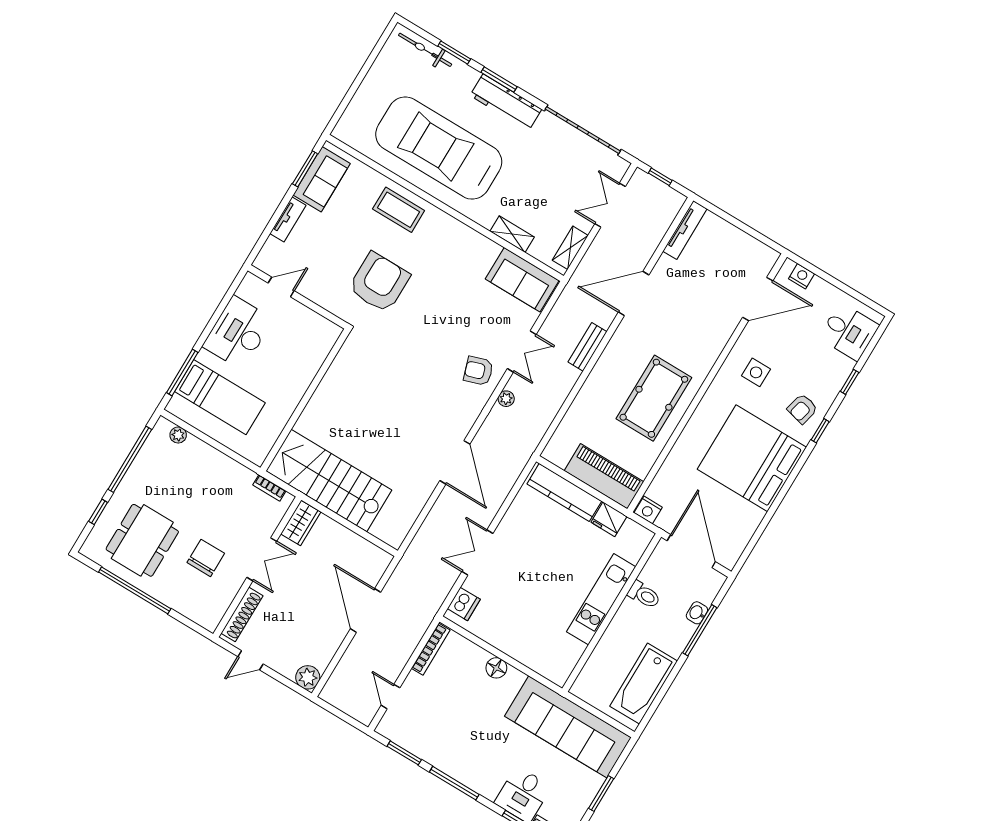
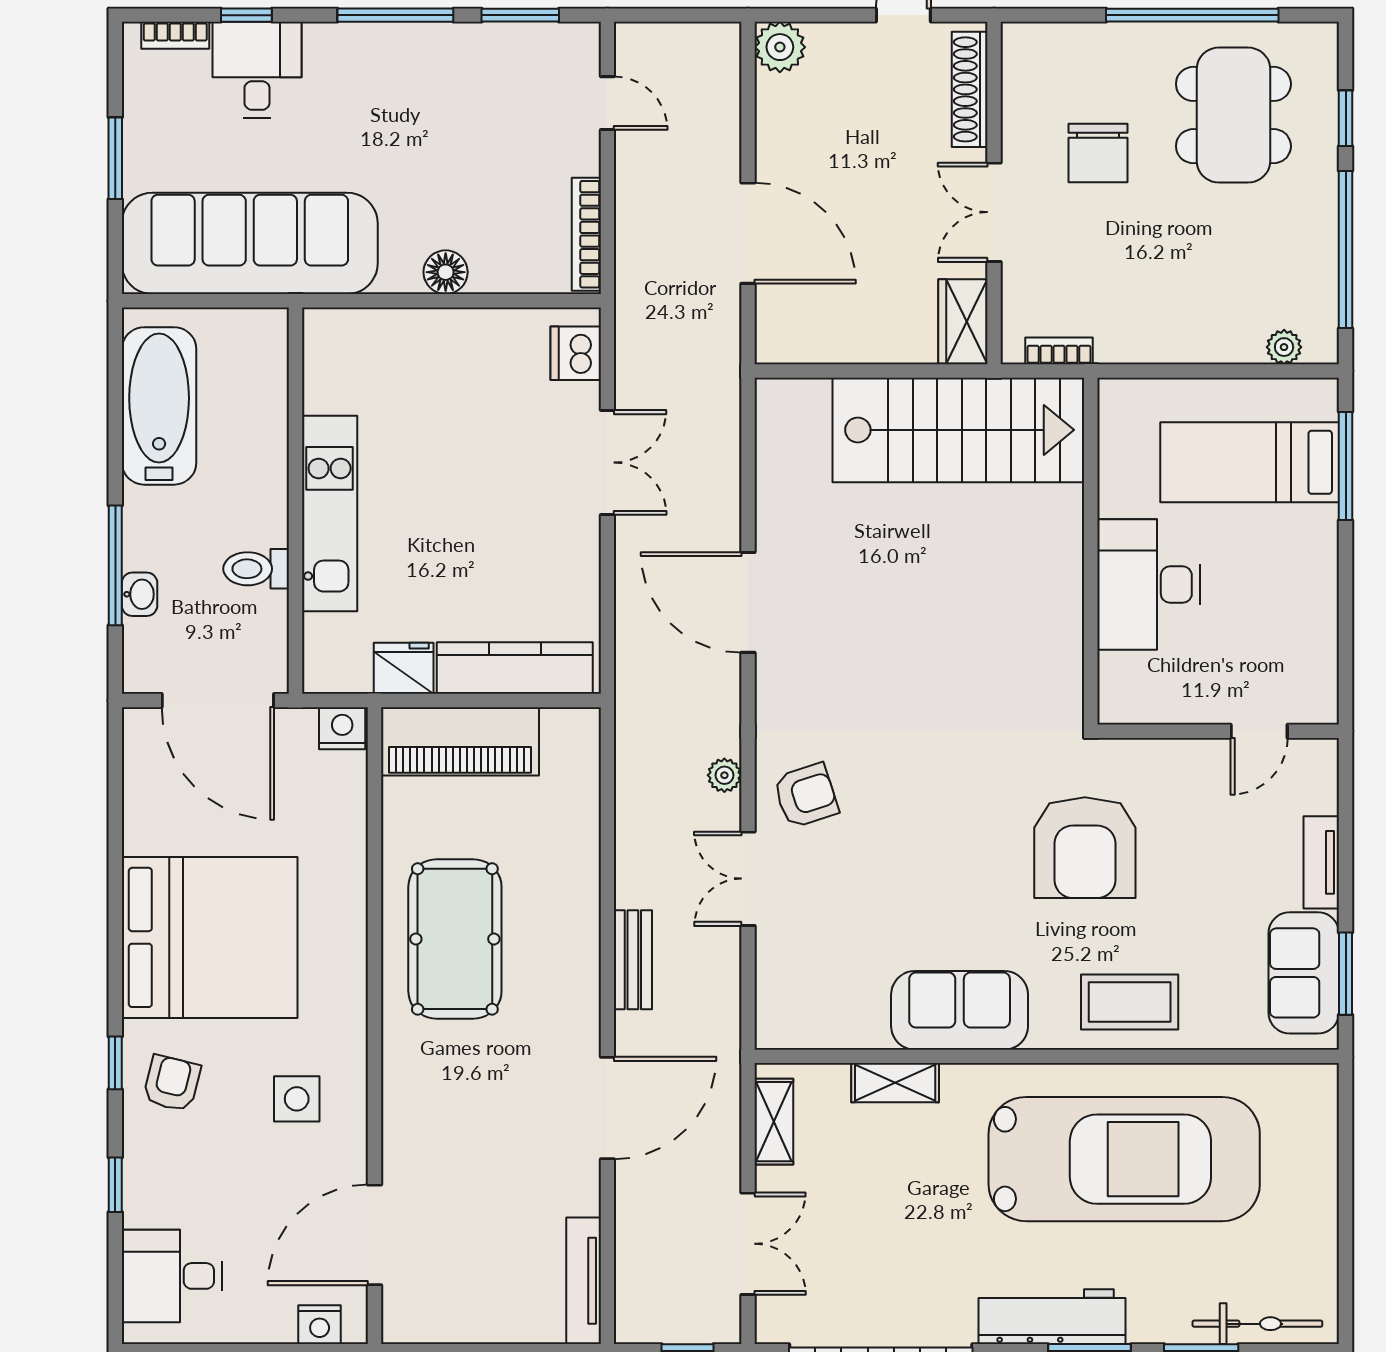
sofa: (522, 280) -> (960, 1010), moved
desk: (238, 333) -> (1149, 585), moved, turned 180

